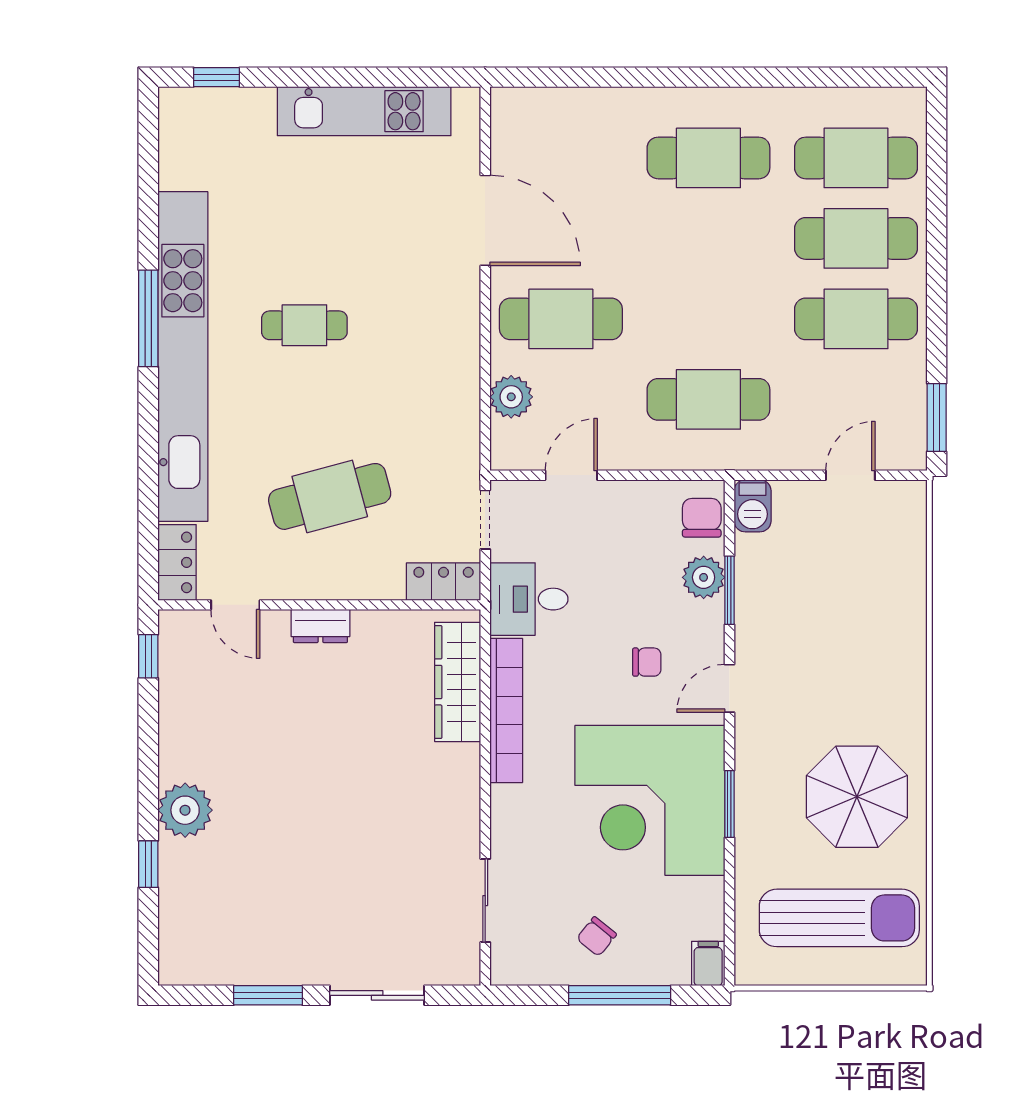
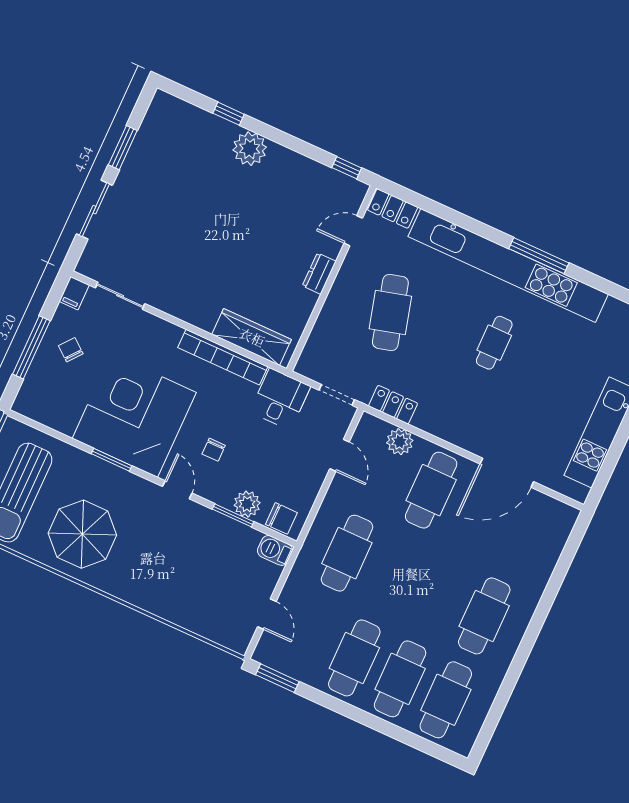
locker: (444, 582) -> (393, 405), moved, turned -90
filing cabinet: (708, 964) -> (74, 293), moved, turned 90

